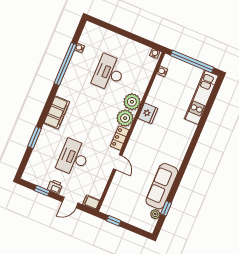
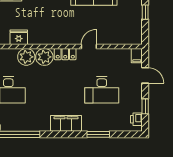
fridge: (148, 113) -> (19, 37), moved
printer: (55, 187) -> (136, 119), moved
window: (114, 221) -> (145, 12), moved

